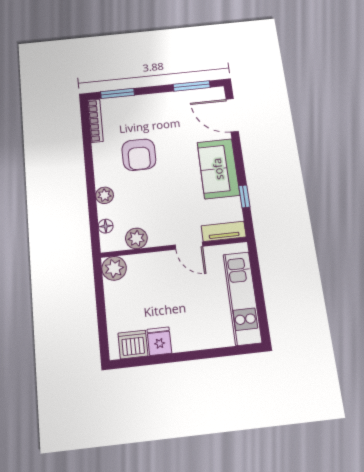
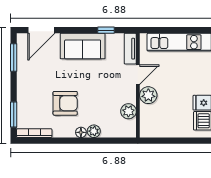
floor lamp: (106, 226) -> (81, 132), moved
plant: (114, 268) -> (148, 95), moved

